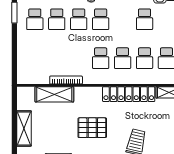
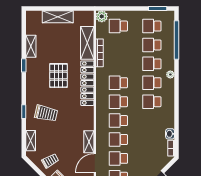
school desk: (145, 19) -> (152, 102), moved
school desk: (35, 58) -> (118, 26), added
plant: (24, 77) -> (102, 16), added
locker: (129, 94) -> (87, 83), moved

